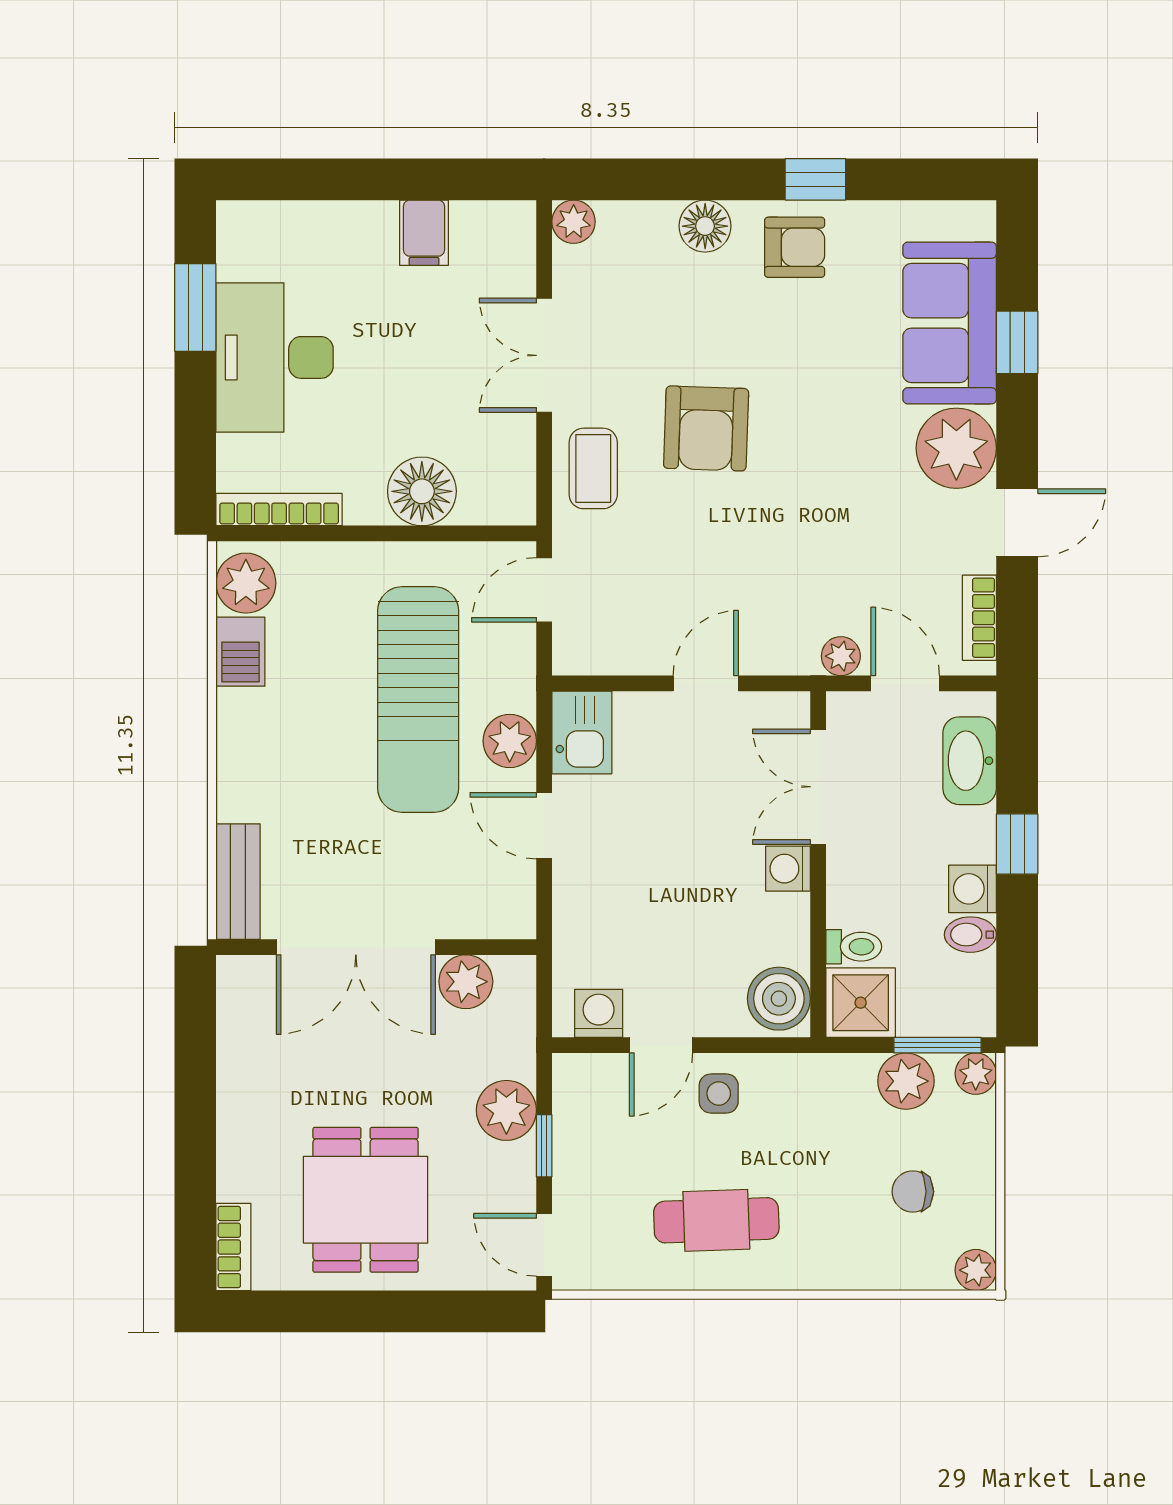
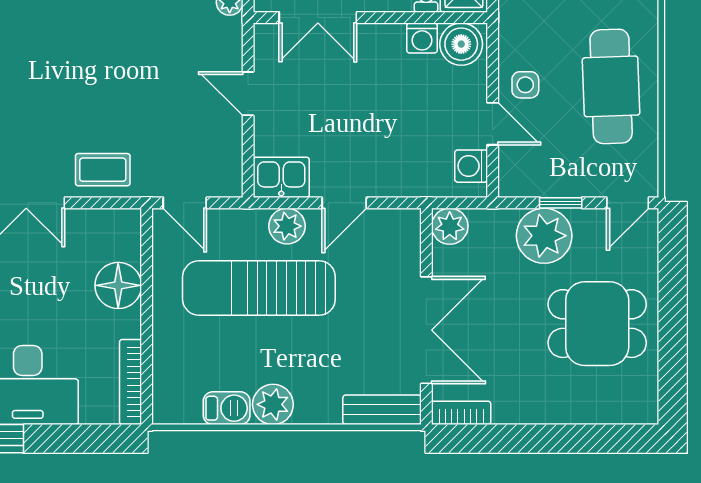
armchair: (706, 428) -> (76, 93), removed
plant: (246, 583) -> (273, 404), moved
sun lounger: (418, 699) -> (259, 288), turned 180
washing machine: (788, 869) -> (422, 38), moved
plant: (466, 982) -> (450, 226), moved
plant: (506, 1110) -> (544, 236), width x1.36, depth x1.36
cafe table: (716, 1220) -> (611, 86), width x1.37, depth x1.35
bookcase: (233, 1247) -> (461, 413), moved

